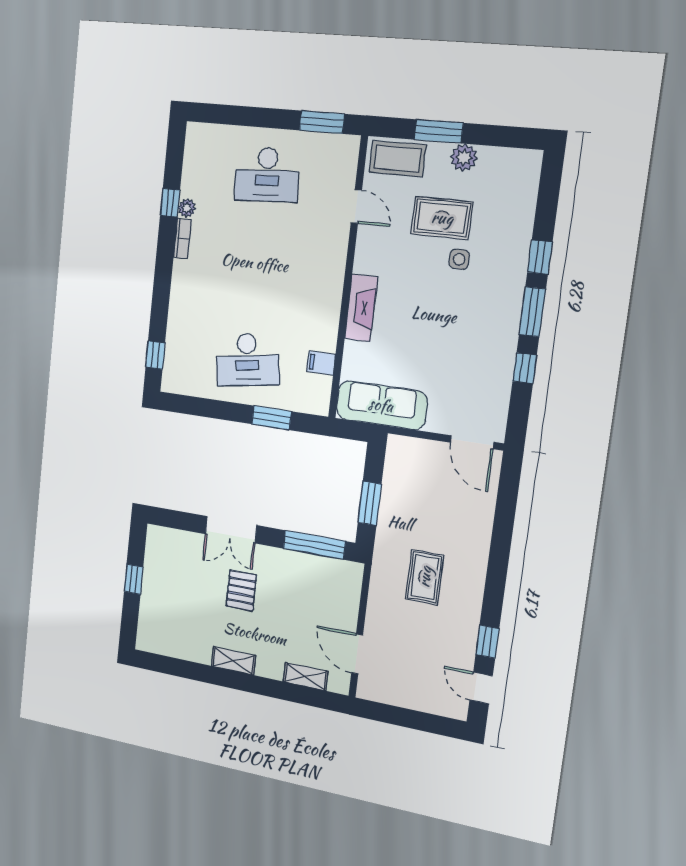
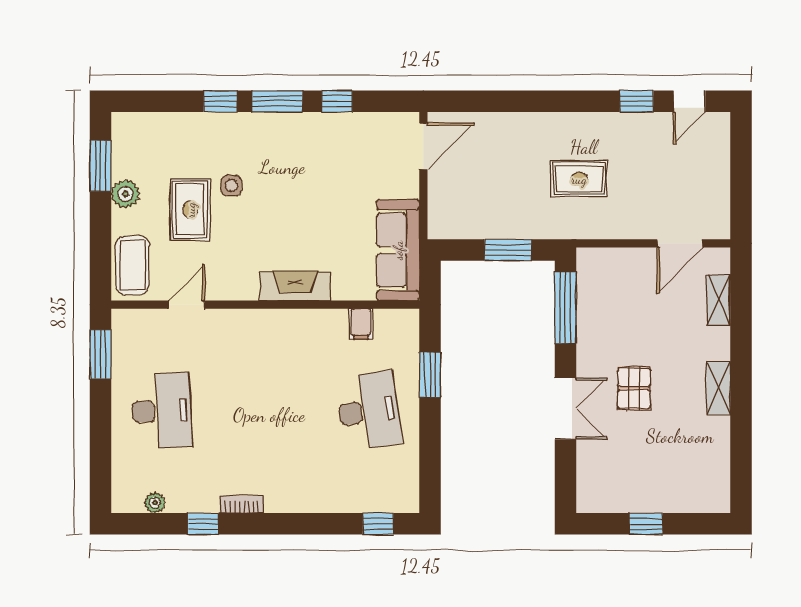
window: (439, 131) -> (100, 166), moved
plant: (187, 208) -> (155, 503), moved
pallet: (241, 591) -> (634, 388), turned 90

